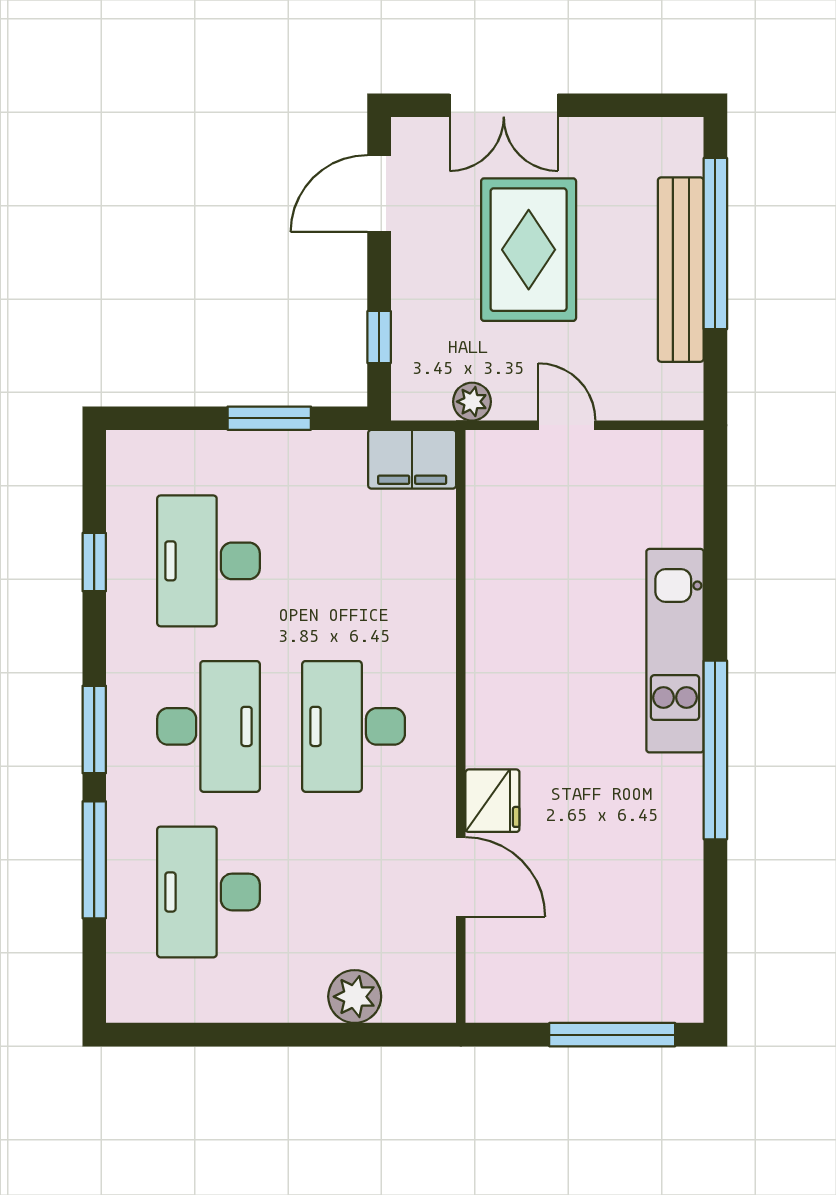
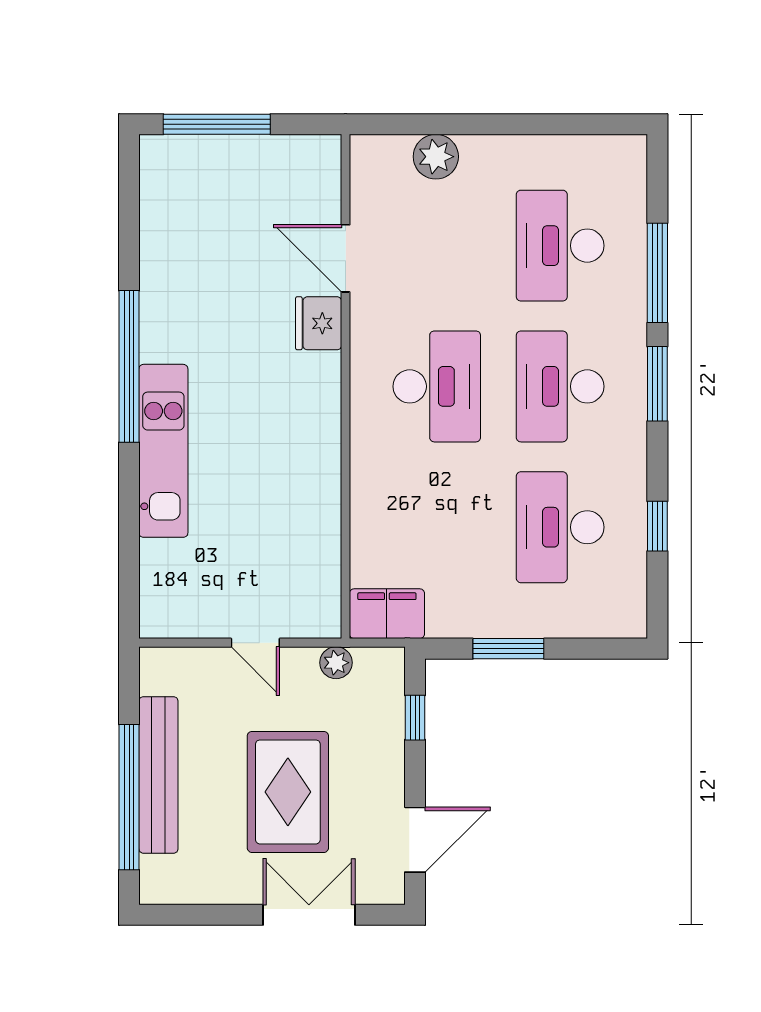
desk: (208, 561) -> (560, 527), turned 180
desk: (208, 892) -> (560, 246), turned 180

